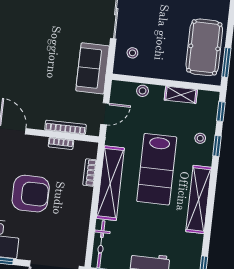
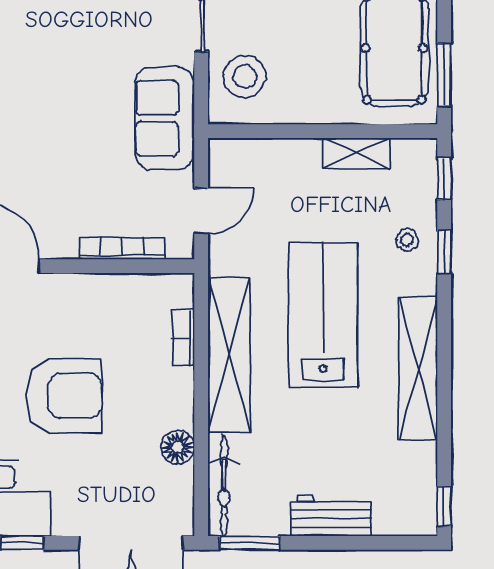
stool: (132, 53) -> (245, 77), width x1.89, depth x1.89
stool: (143, 91) -> (275, 154), removed
bookcase: (61, 143) -> (116, 283), removed
lab bench: (157, 169) -> (323, 315), turned 180
floor lamp: (81, 224) -> (178, 447), added

